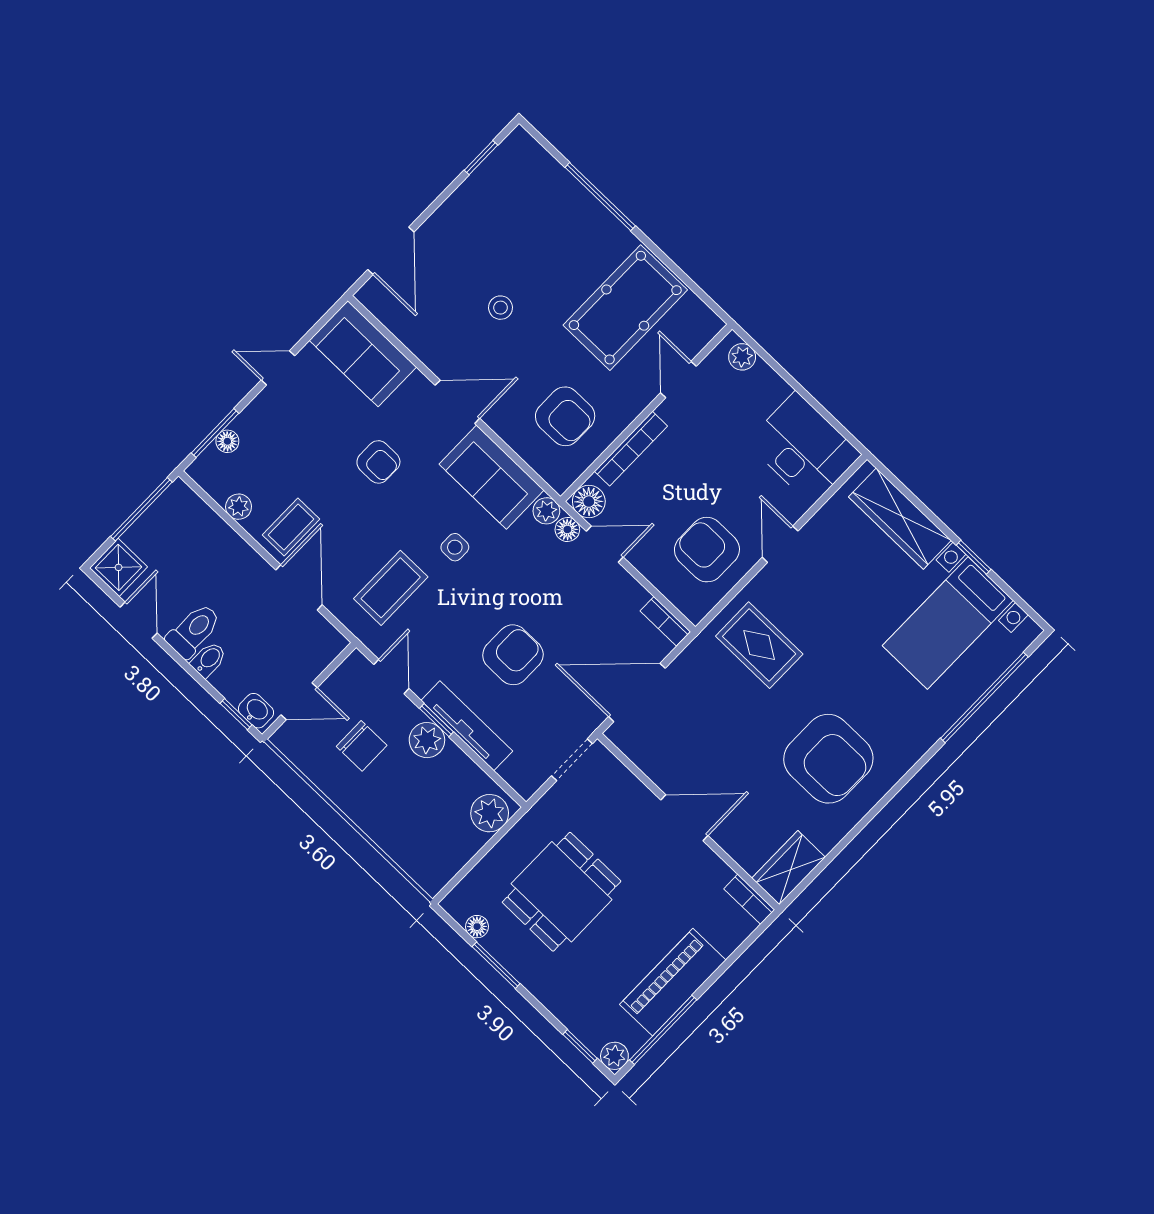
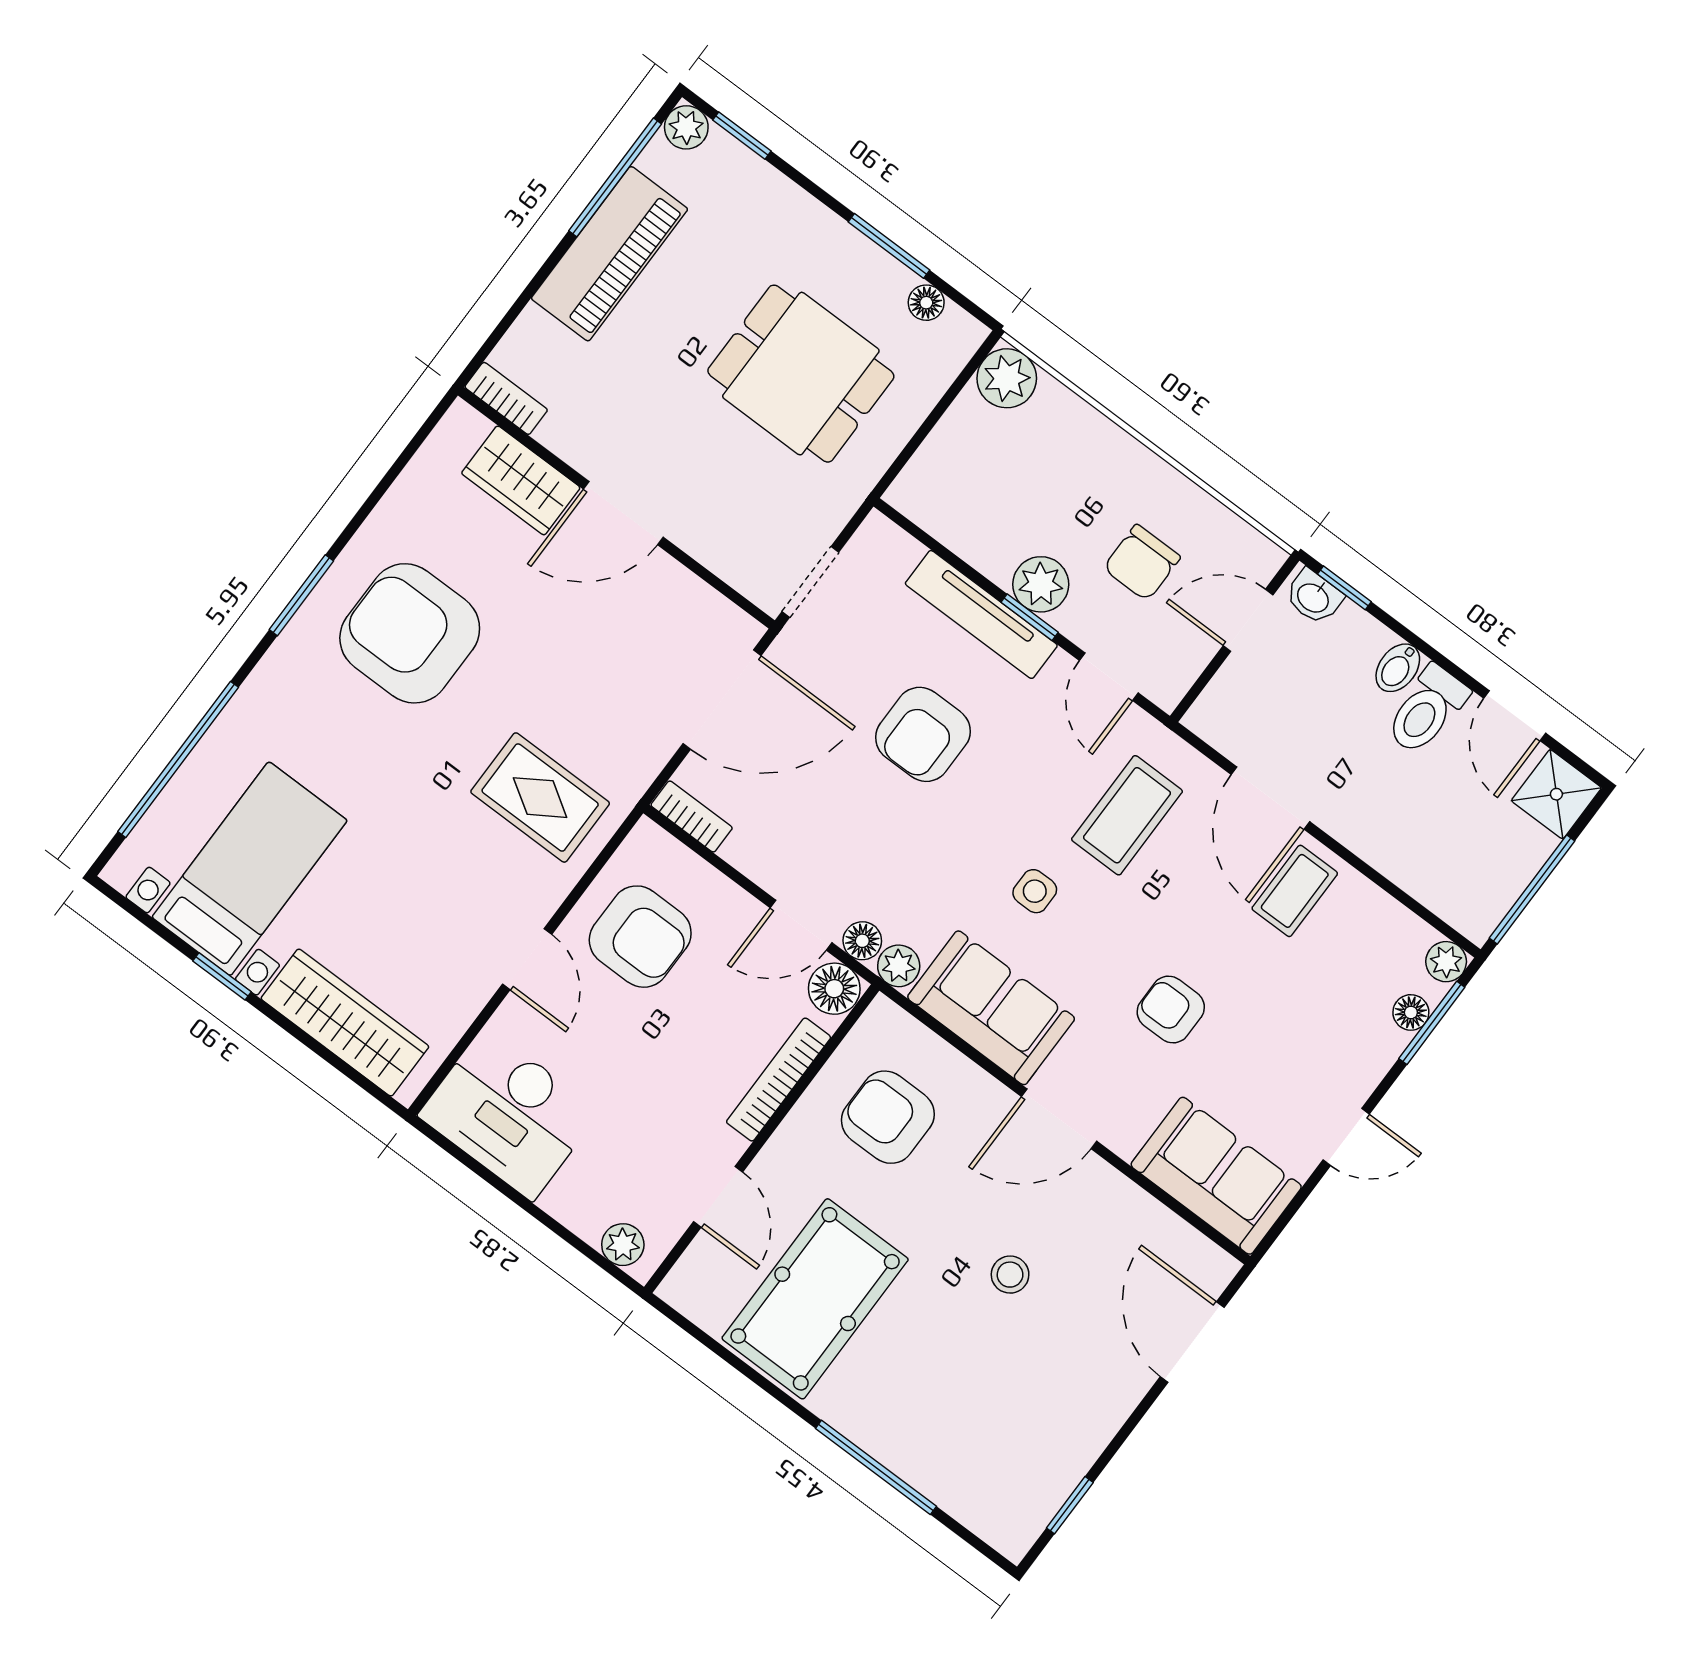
plant: (239, 507) -> (1446, 962), moved
chair: (362, 746) -> (1142, 563), turned -90
window: (894, 791) -> (301, 595), added
plant: (490, 813) -> (1007, 378), moved
wardrobe: (789, 868) -> (521, 480), moved, turned 90
dining table: (562, 892) -> (801, 374), turned 90

